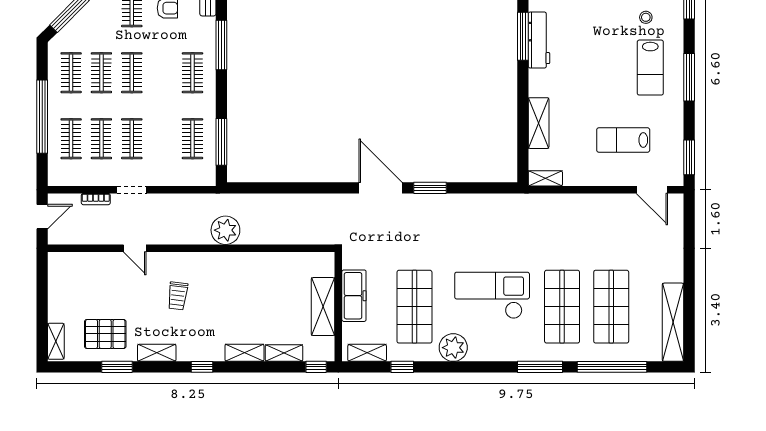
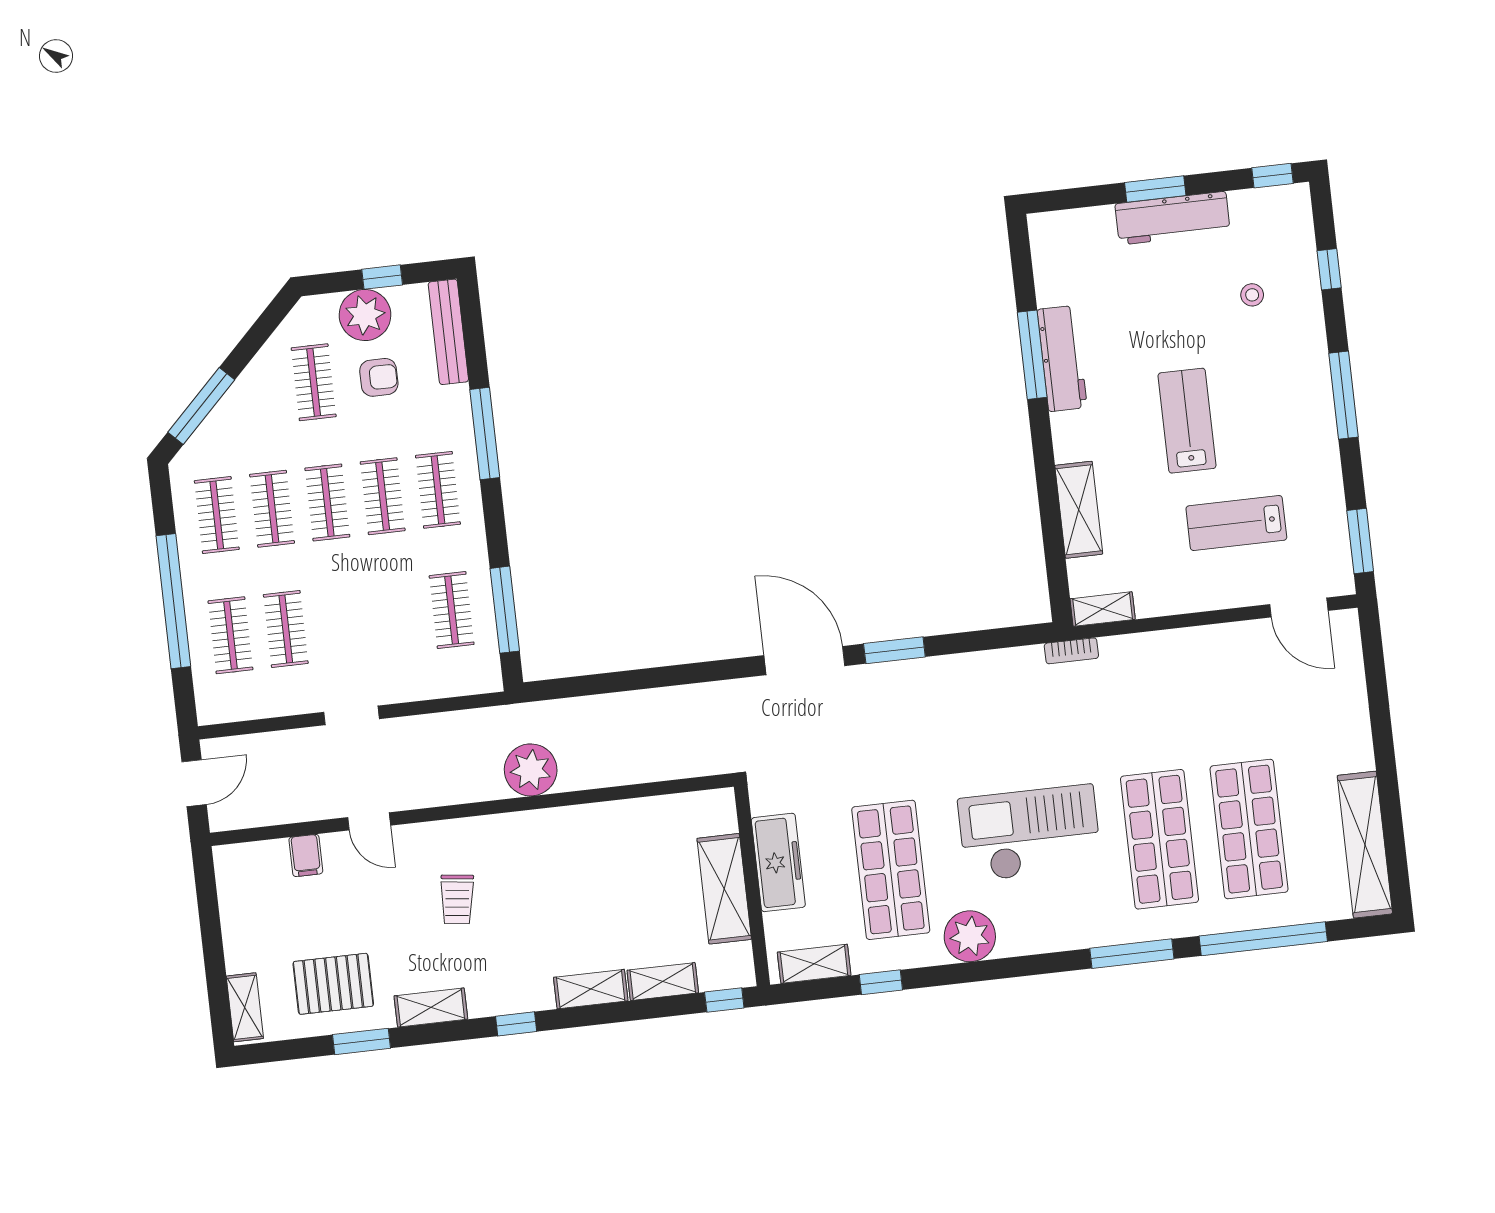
lab bench: (650, 68) -> (1187, 421), moved, turned 180
clothes rail: (132, 139) -> (383, 496), moved
bookcase: (96, 199) -> (1071, 651), moved
filing cabinet: (98, 263) -> (306, 855), added

